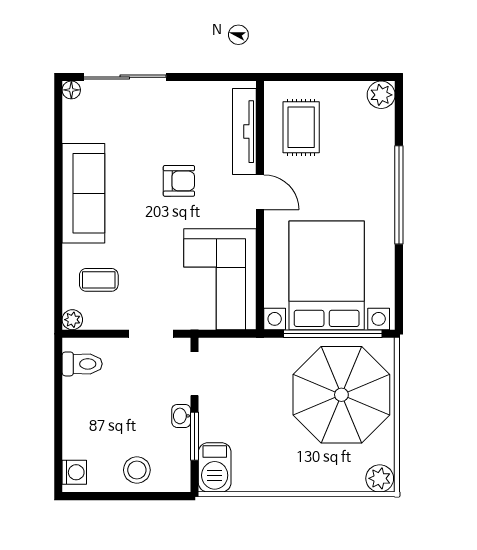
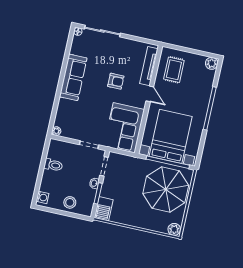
coffee table: (99, 280) -> (72, 116), removed
toilet: (82, 364) -> (53, 165), moved

